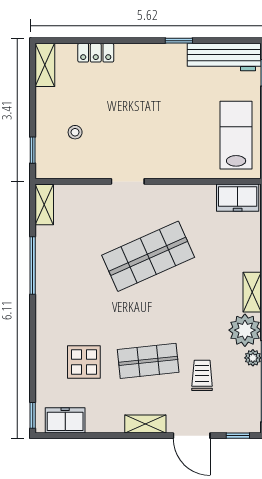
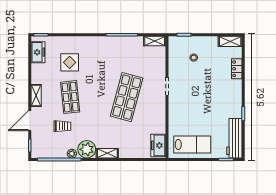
shop shelf: (148, 256) -> (127, 97), turned 39

